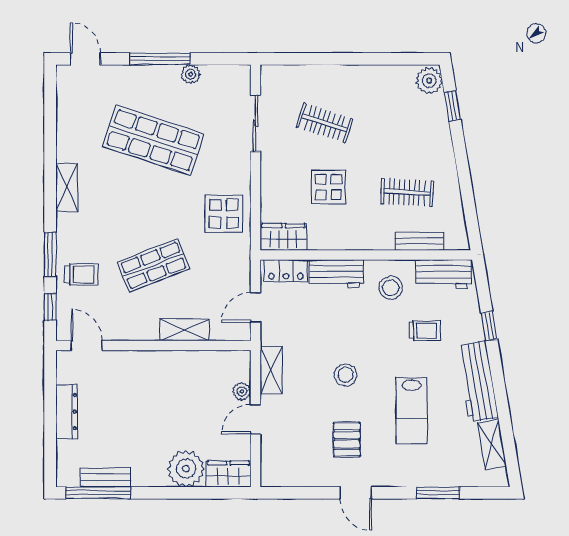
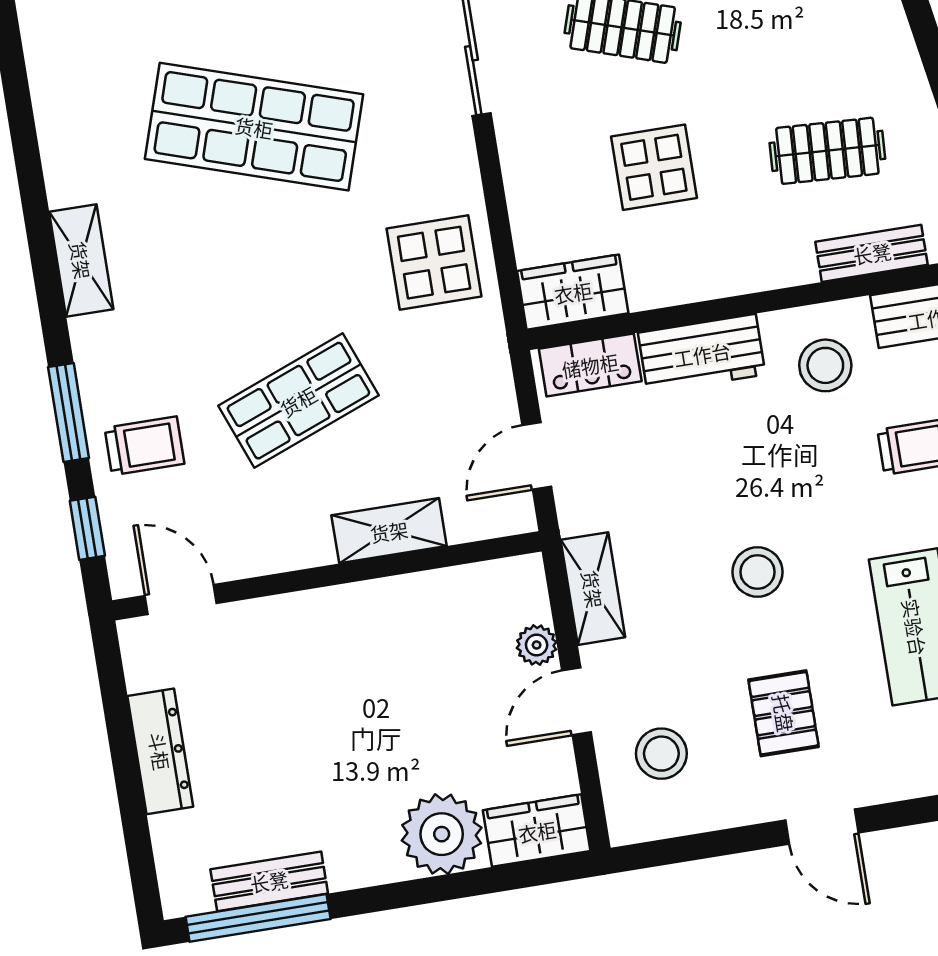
stool: (290, 449) -> (661, 754), added

